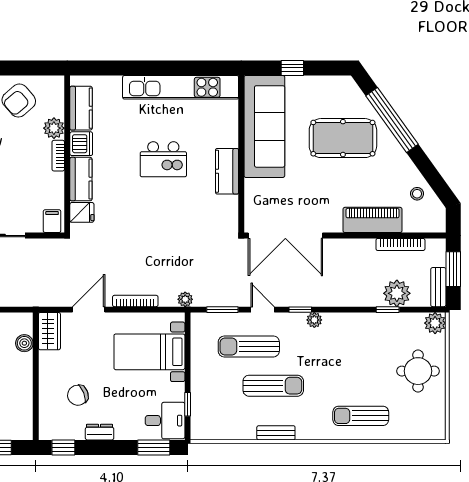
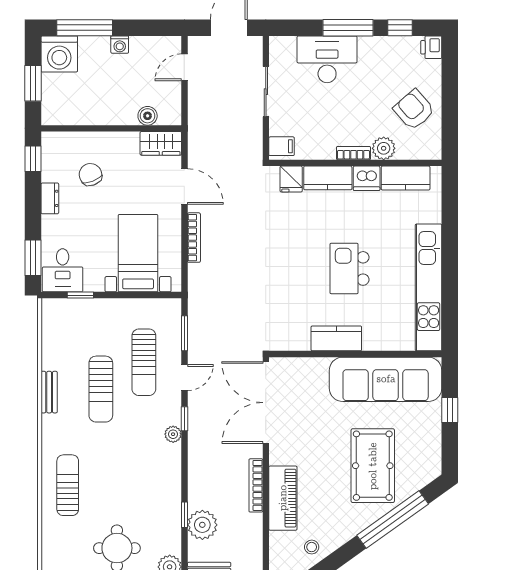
bookcase: (400, 244) -> (256, 485), moved
plant: (185, 299) -> (196, 293), removed
sun lounger: (249, 346) -> (144, 362), turned 180

